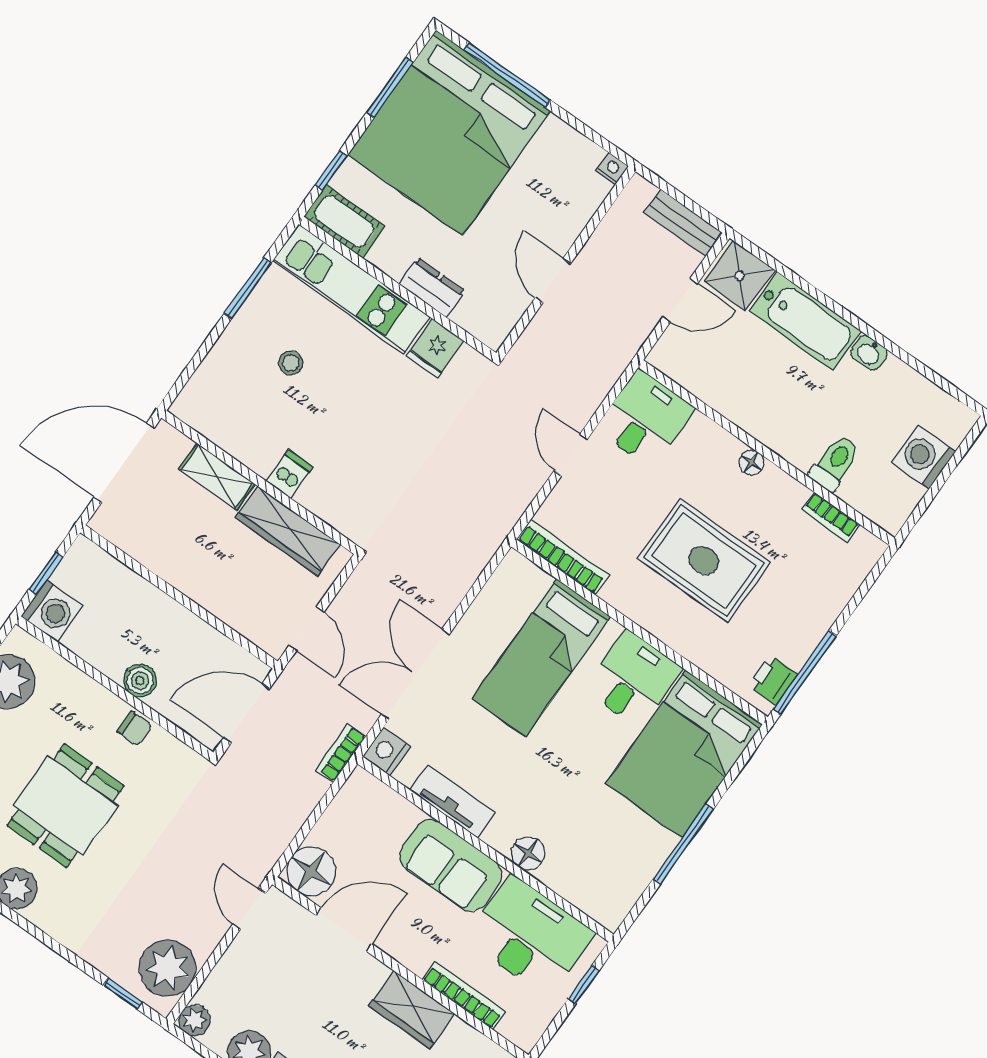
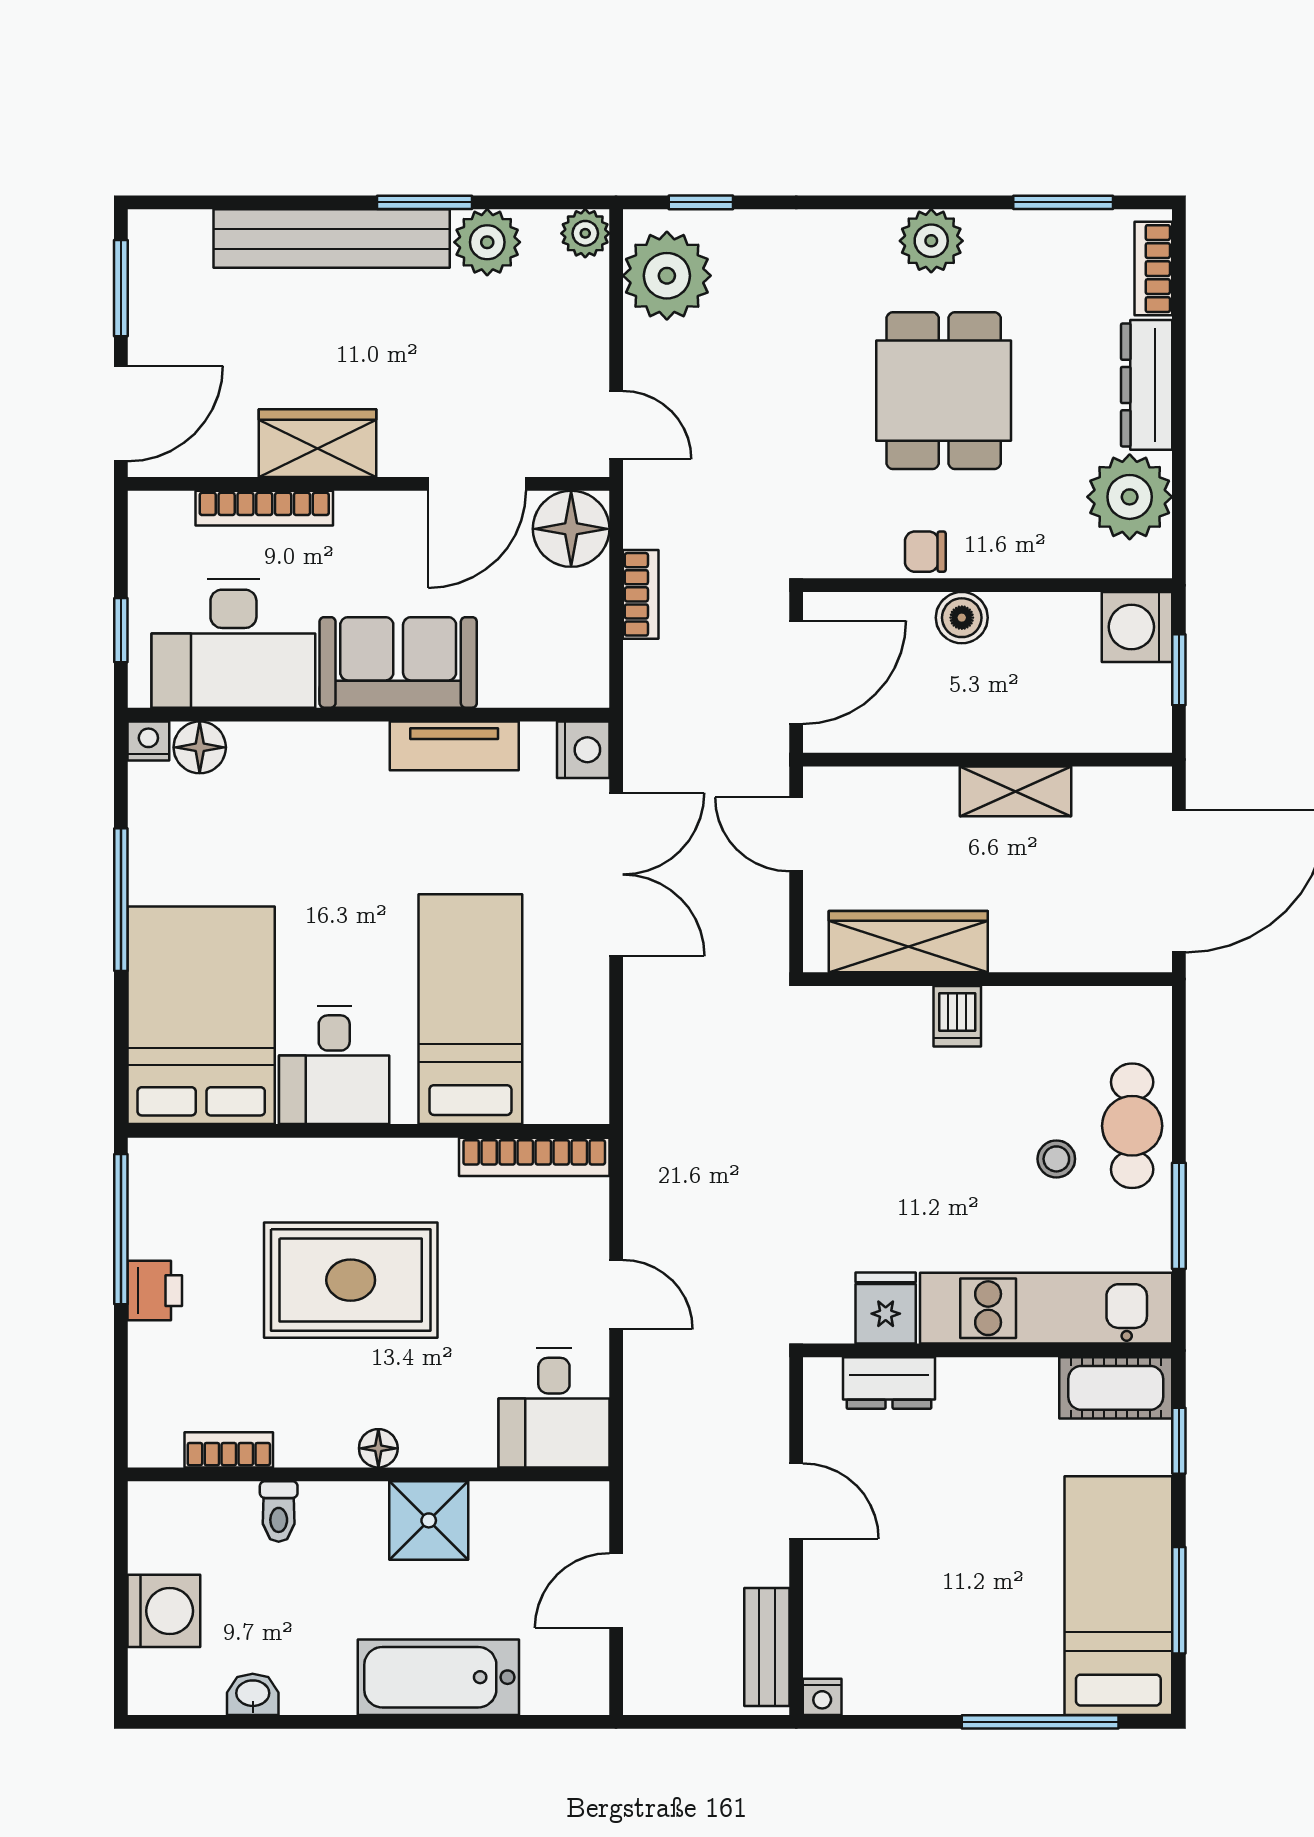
bed: (449, 133) -> (1118, 1596), width x0.49
bench: (683, 222) -> (767, 1647), moved, turned 90
shower: (739, 276) -> (429, 1520), moved
dresser: (432, 287) -> (889, 1383), moved
cafe table: (239, 352) -> (1132, 1126), added
washbasin: (869, 353) -> (253, 1694), moved
toilet: (835, 463) -> (279, 1511), width x0.73, depth x0.72
shelving: (217, 477) -> (1016, 791), moved
printer: (773, 680) -> (155, 1291), moved
bookcase: (341, 753) -> (641, 594), moved
floor lamp: (528, 854) -> (200, 747), moved
nightstand: (610, 917) -> (148, 741), added

